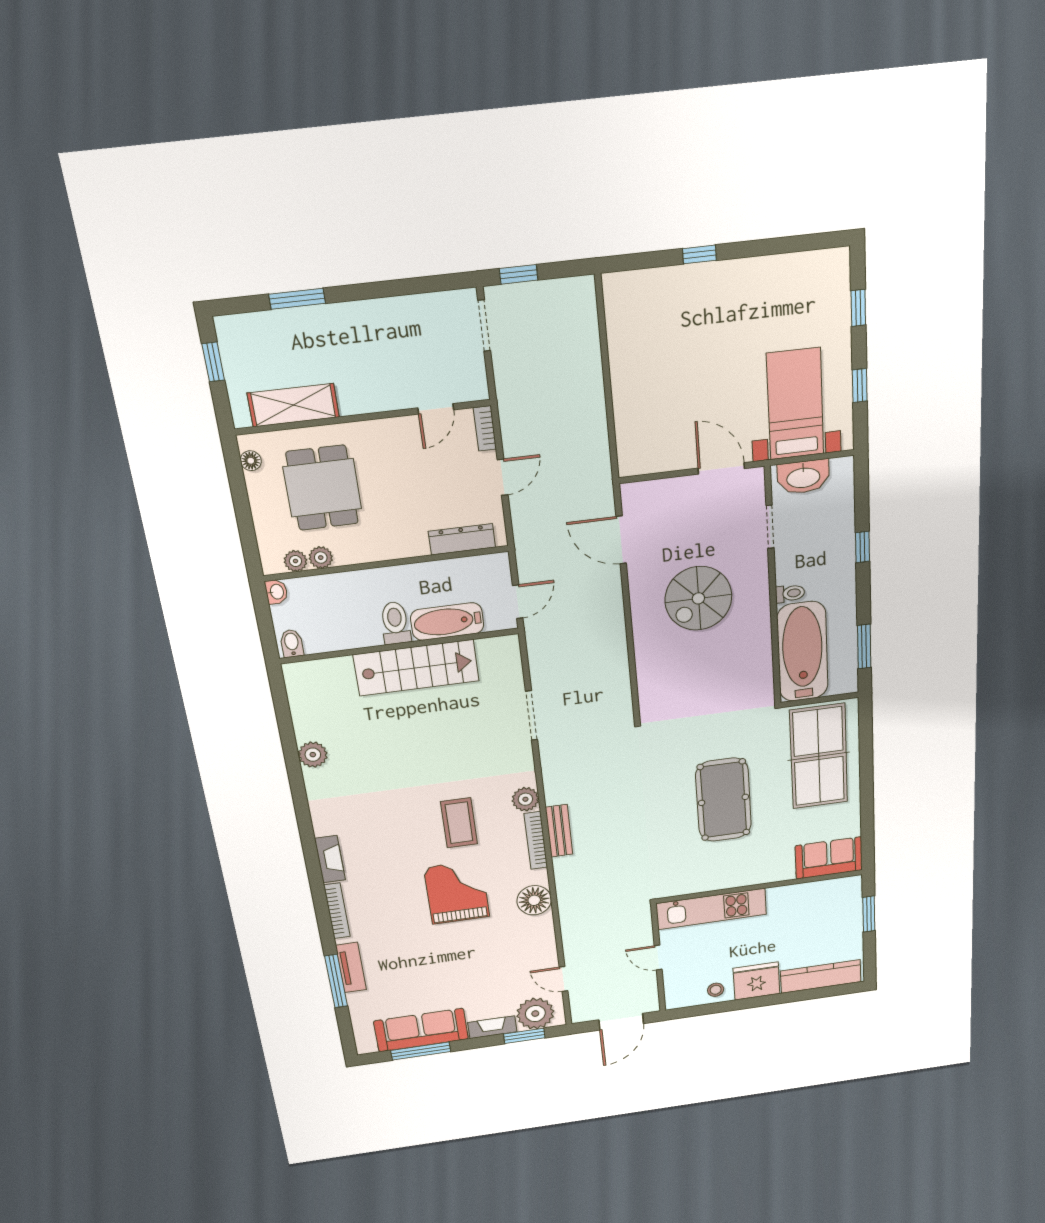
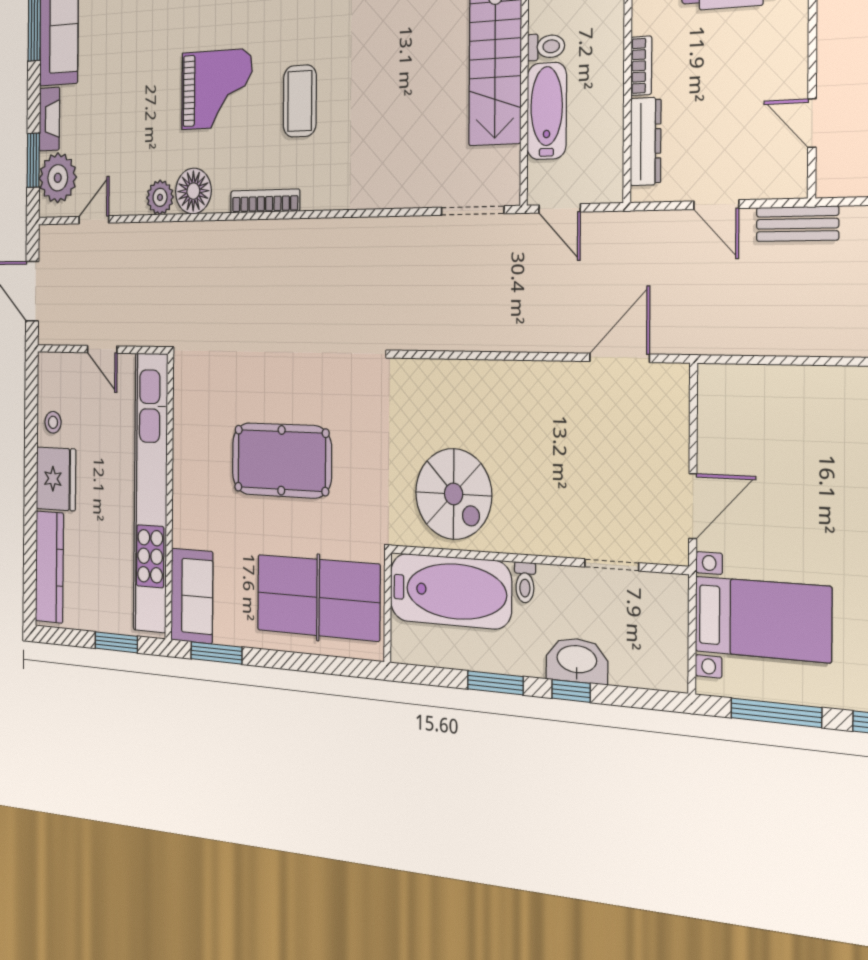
window: (860, 386) -> (776, 713), width x2.17
bookcase: (485, 428) -> (641, 66), moved, turned 90
washbasin: (803, 477) -> (577, 660), moved, turned 90
spiral stairs: (698, 598) -> (454, 494), moved, turned 180
toilet: (395, 623) -> (546, 47), width x0.73, depth x0.72
window: (864, 647) -> (495, 683), moved
doorway: (531, 715) -> (473, 211), moved
plant: (525, 799) -> (160, 197), moved
coffee table: (459, 823) -> (300, 101), turned 90
bench: (559, 831) -> (797, 224), moved
window: (867, 832) -> (216, 653), added
kitchen unit: (711, 909) -> (151, 492), width x1.86
door: (658, 958) -> (102, 349), swing flipped

